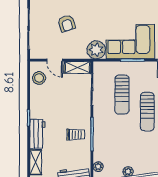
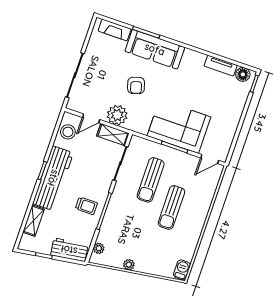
armchair: (67, 23) -> (136, 85), moved
plant: (96, 50) -> (117, 115), moved
door: (55, 60) -> (91, 118), hinge flipped
workbench: (37, 134) -> (53, 178), width x1.88, depth x1.32

